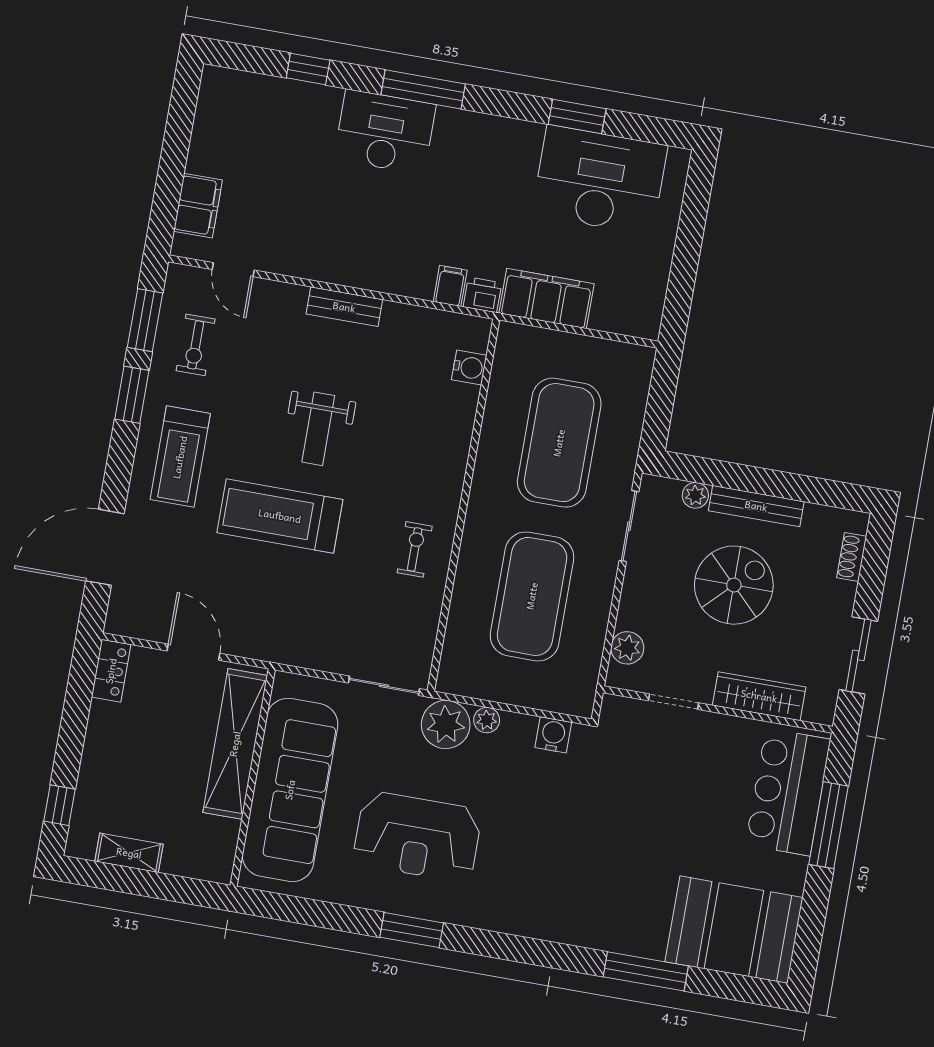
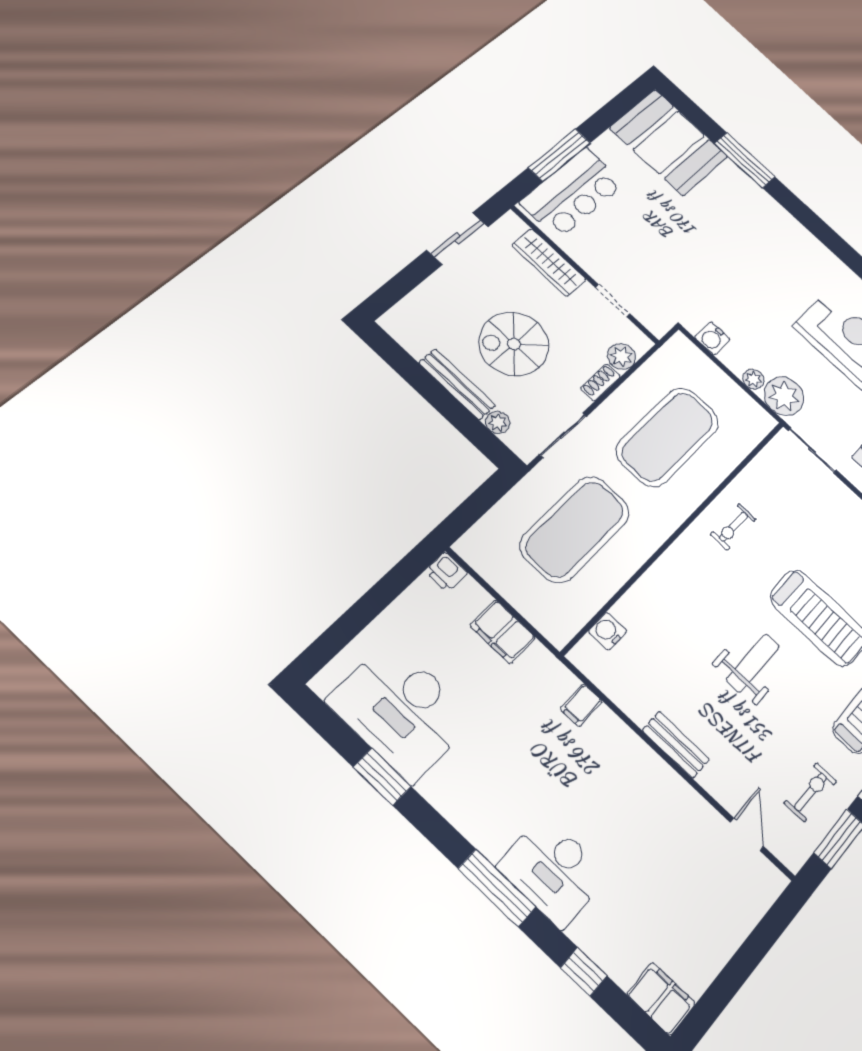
filing cabinet: (198, 206) -> (661, 999), moved, turned 90
printer: (483, 295) -> (446, 572), moved
filing cabinet: (547, 298) -> (503, 632), width x0.67, depth x0.86
shoe rack: (852, 557) -> (600, 382), moved, turned 180

